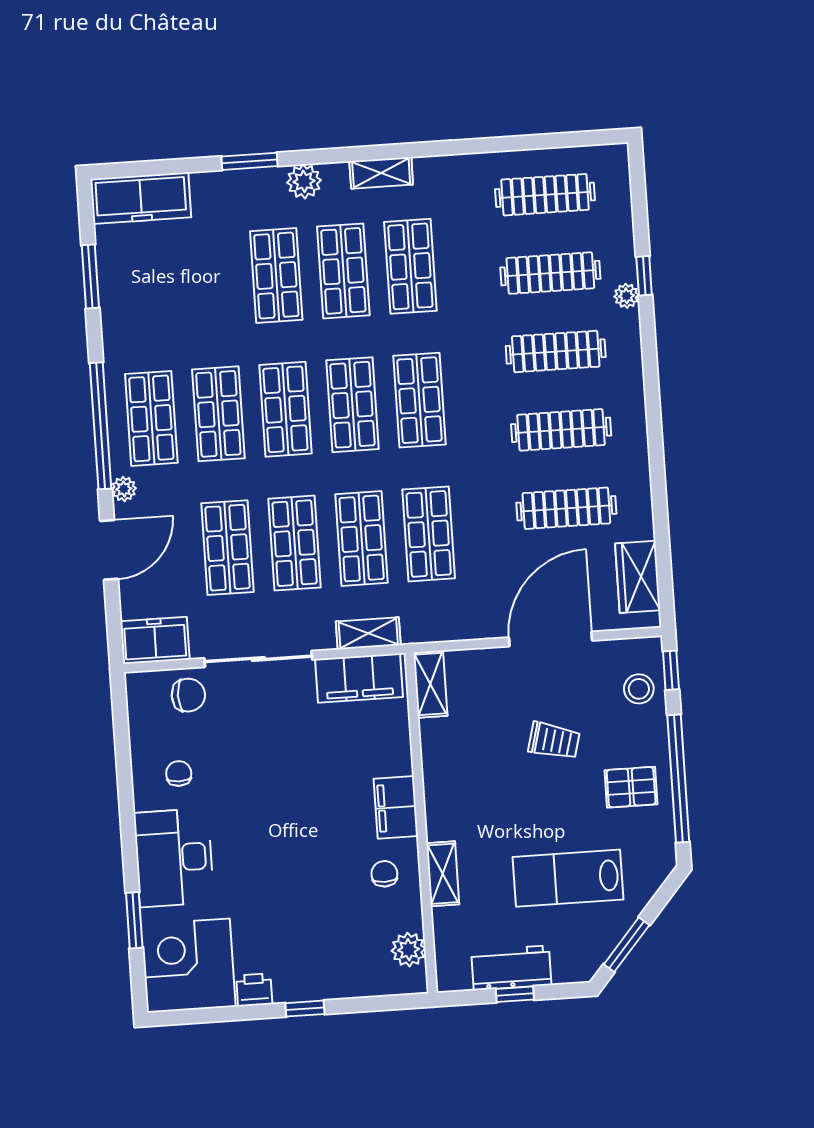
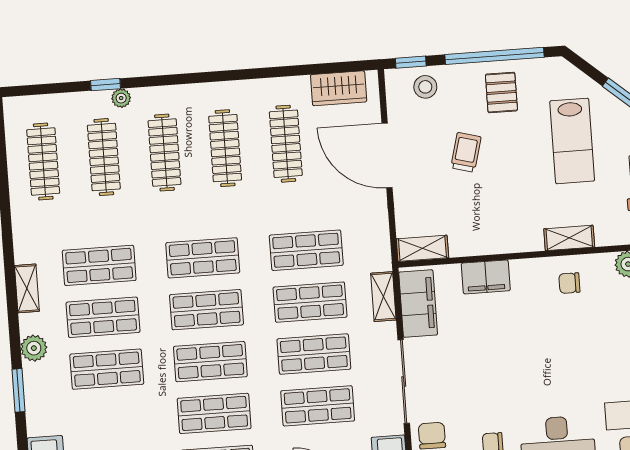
filing cabinet: (396, 807) -> (486, 277), moved

